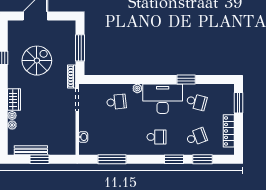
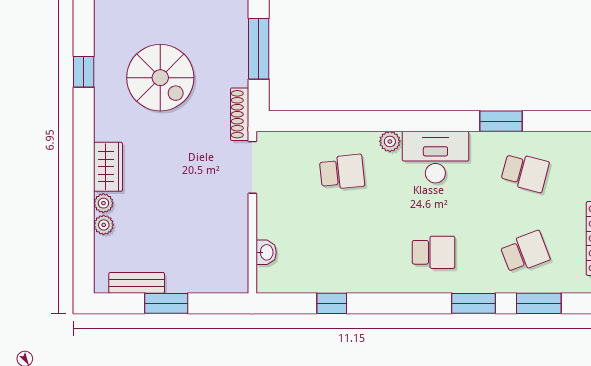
spiral stairs: (37, 61) -> (160, 78), turned 90
desk: (163, 99) -> (435, 157), width x0.73, depth x0.77
bench: (31, 150) -> (137, 283), width x0.73
window: (112, 159) -> (332, 303), width x0.46

